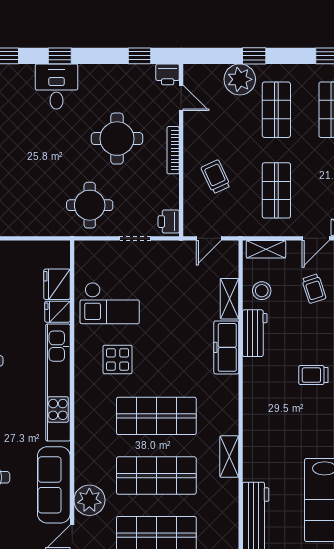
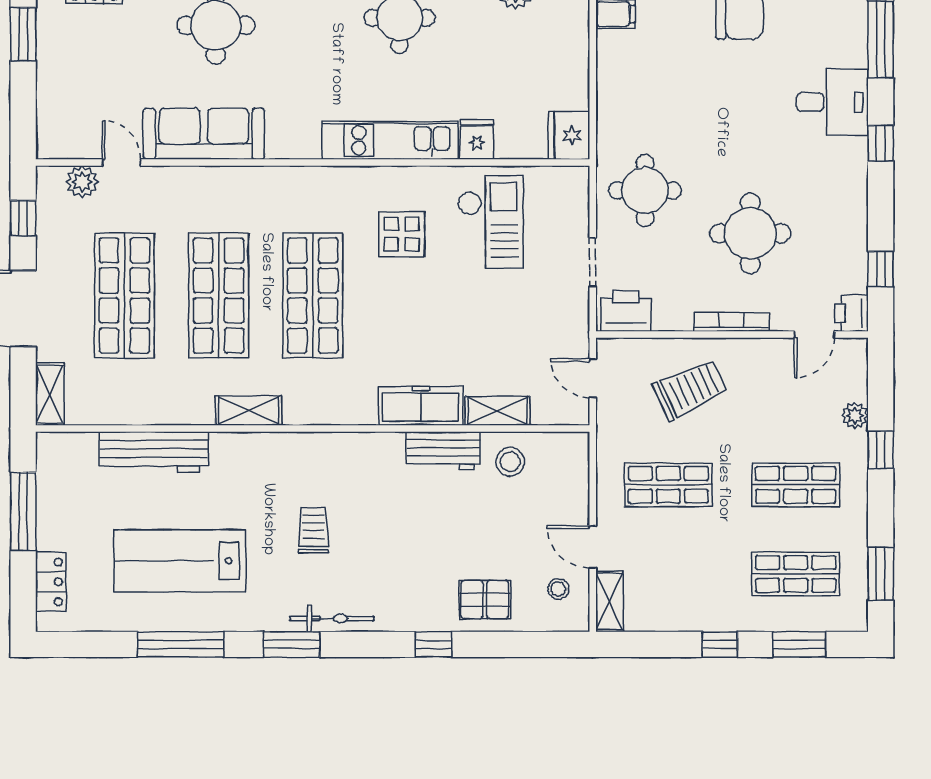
plant: (240, 79) -> (855, 415), width x0.53, depth x0.53
desk: (56, 87) -> (832, 102), moved
trolley: (216, 177) -> (690, 389), width x1.36, depth x1.39
printer: (169, 222) -> (626, 311), width x1.36, depth x1.24
shelving: (266, 249) -> (576, 468), removed
fridge: (57, 284) -> (569, 135), moved, turned -90
trolley: (314, 289) -> (513, 544), removed
checkout: (110, 303) -> (491, 222), turned 180
trolley: (313, 375) -> (313, 530), moved
kitchen unit: (58, 382) -> (390, 140), width x0.73
plant: (89, 500) -> (180, 190), removed

